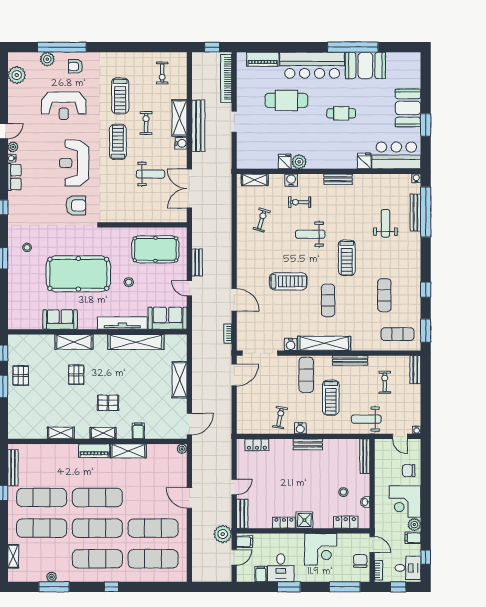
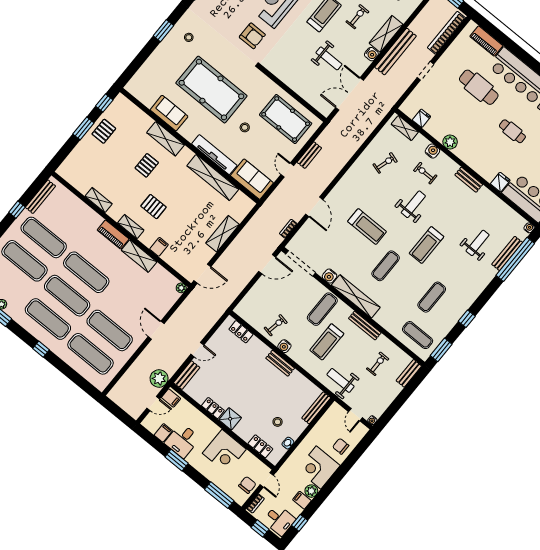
fridge: (285, 162) -> (422, 118), moved
weight bench: (310, 234) -> (413, 204), turned 90

